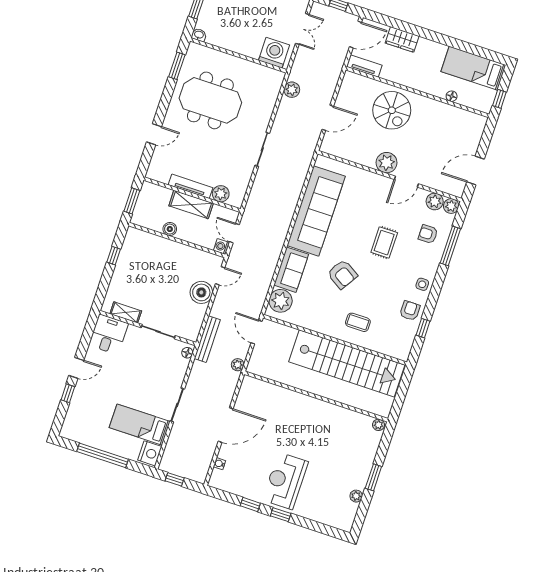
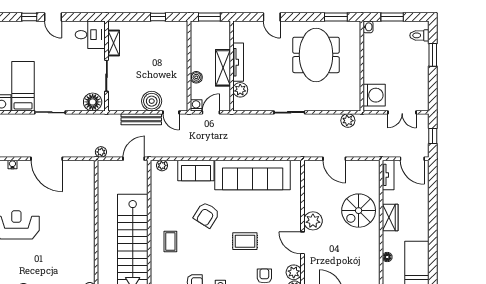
wardrobe: (402, 39) -> (390, 217), moved, turned 180
boiler: (170, 229) -> (196, 77), moved
plant: (281, 301) -> (162, 165), width x0.53, depth x0.53
bench: (207, 339) -> (141, 119), moved
floor lamp: (187, 353) -> (93, 102), width x1.89, depth x1.89

